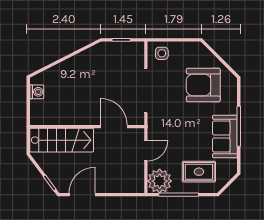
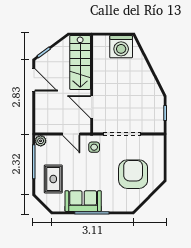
side table: (162, 53) -> (94, 147), moved
armchair: (203, 85) -> (133, 174), moved
washing machine: (37, 92) -> (121, 47), width x1.89, depth x1.89
door: (114, 127) -> (92, 107), swing flipped
plant: (160, 181) -> (41, 141), width x0.53, depth x0.53

